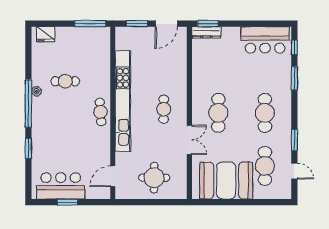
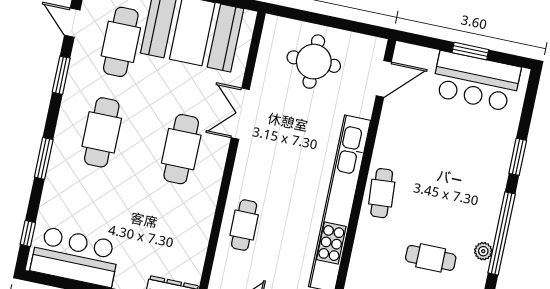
window: (294, 78) -> (44, 158), moved
cafe table: (164, 109) -> (244, 225), moved

